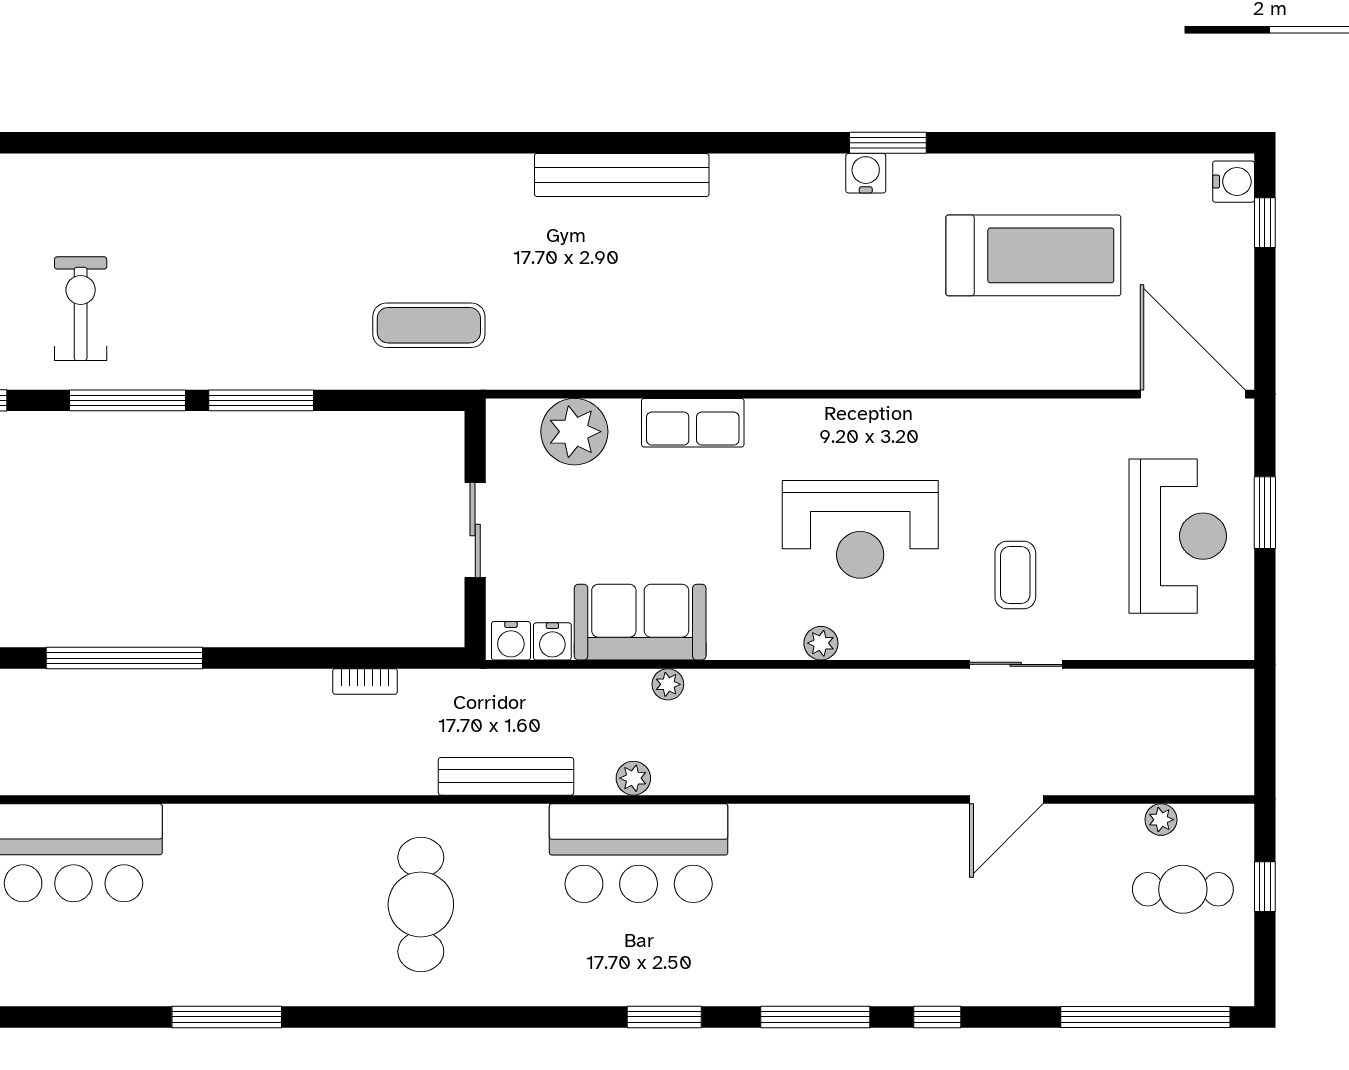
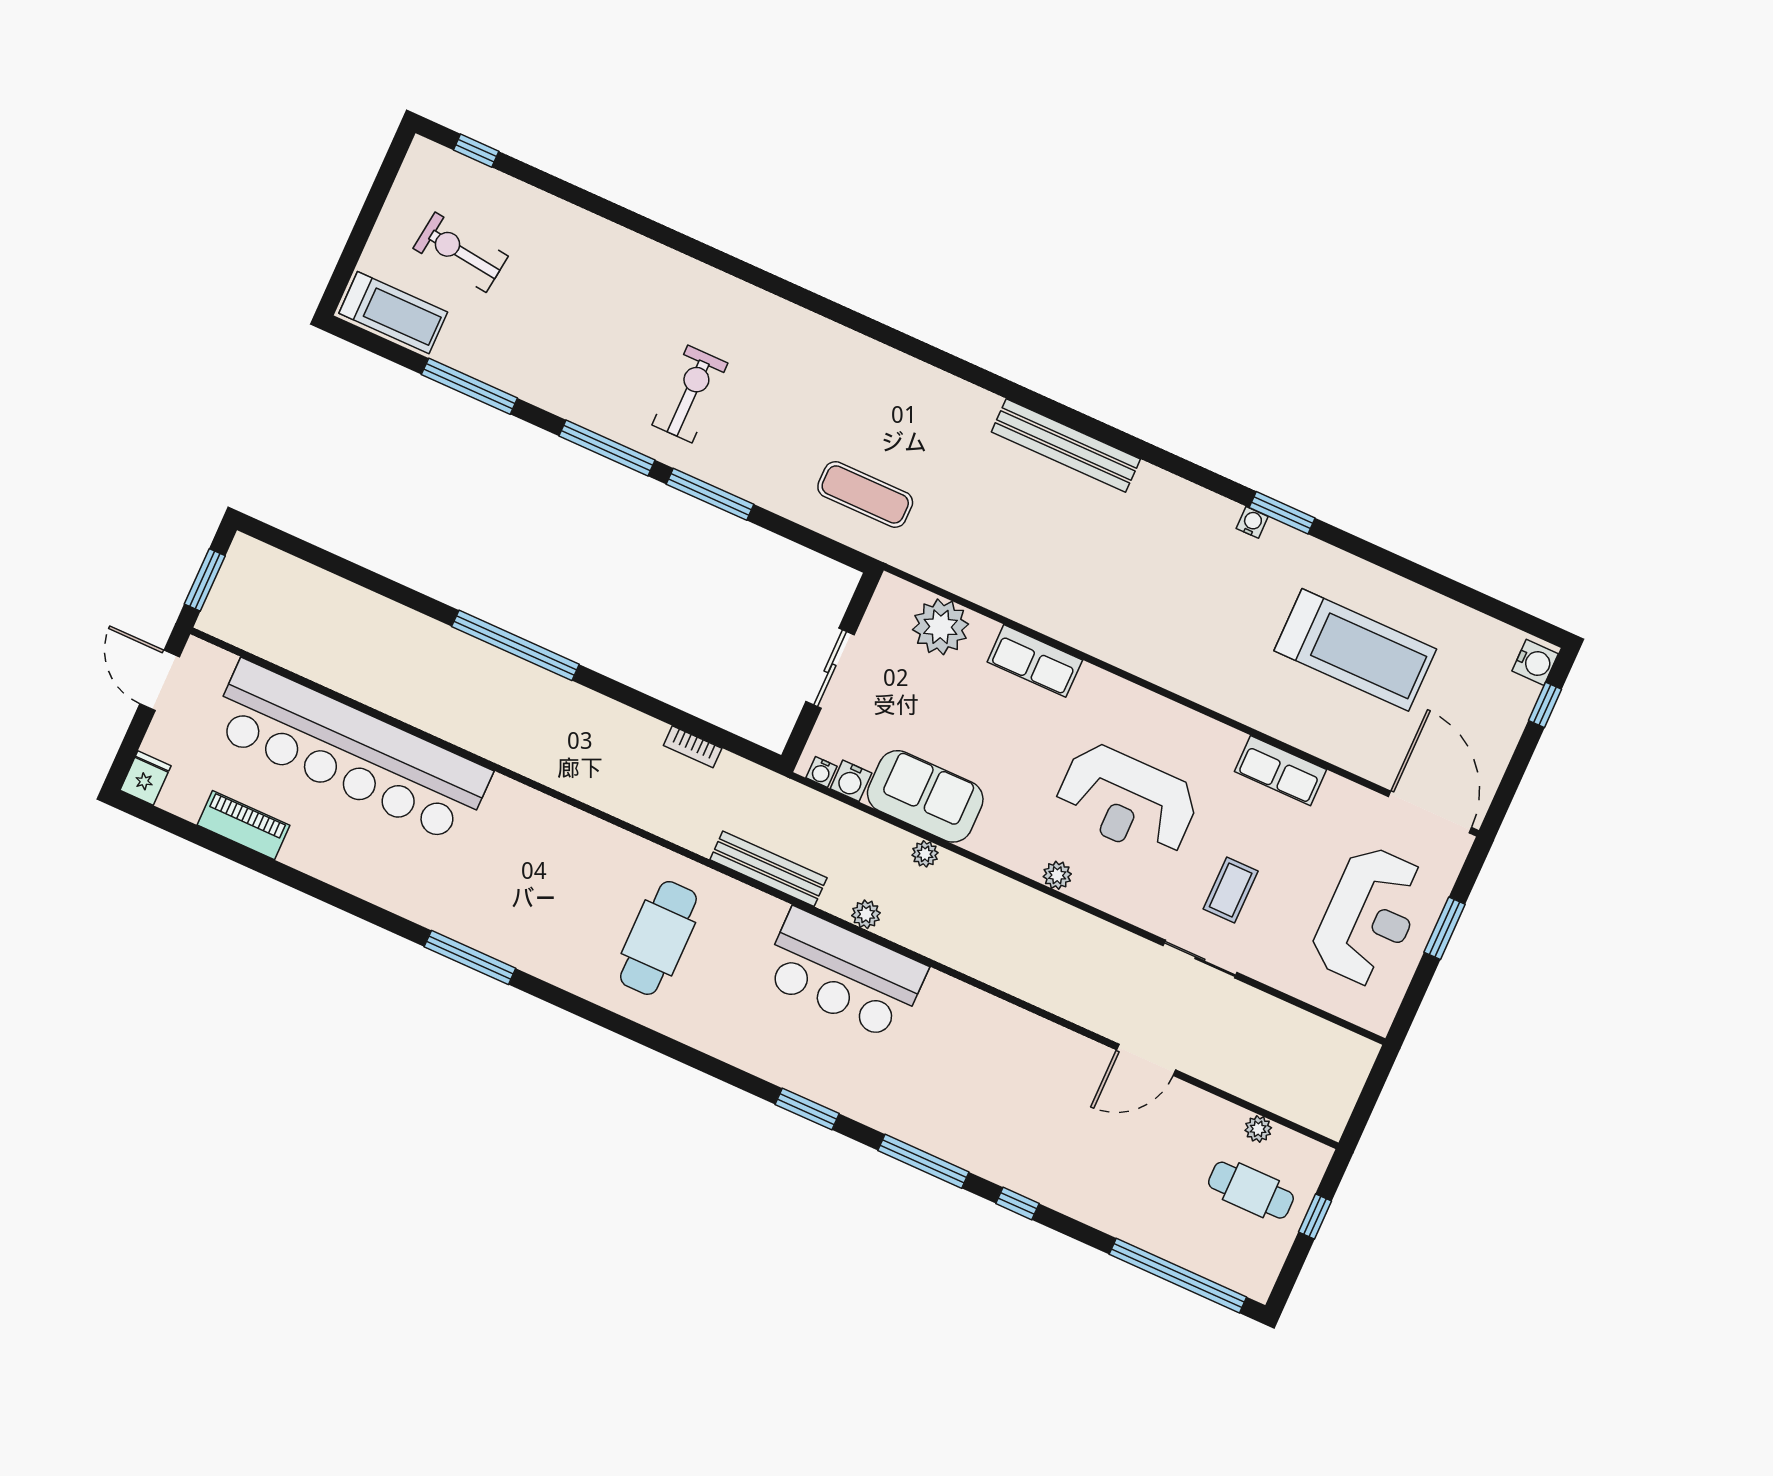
water cooler: (866, 173) -> (1252, 522), width x0.72, depth x0.72
exercise bike: (81, 309) -> (690, 394), moved
row of seats: (1011, 422) -> (1281, 771), added
water cooler: (511, 641) -> (821, 772), width x0.72, depth x0.72

